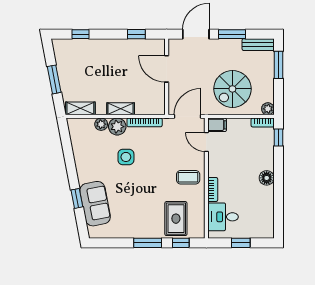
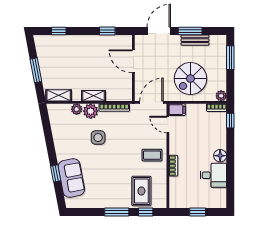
bench: (258, 45) -> (195, 40), moved
desk: (223, 217) -> (213, 175), moved, turned 180

